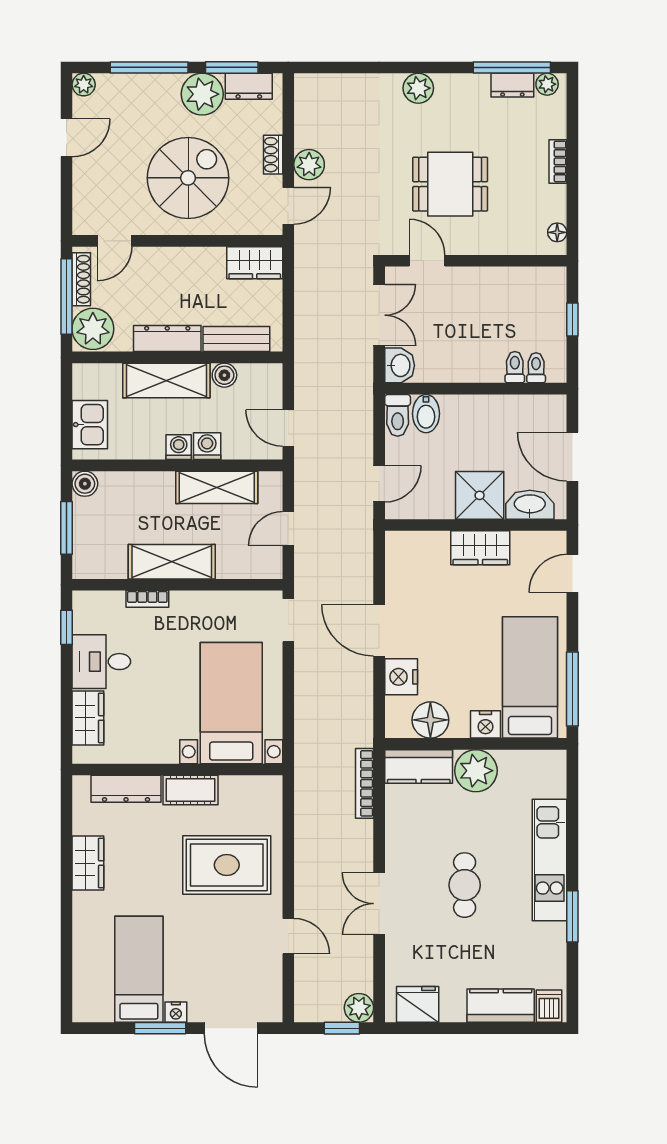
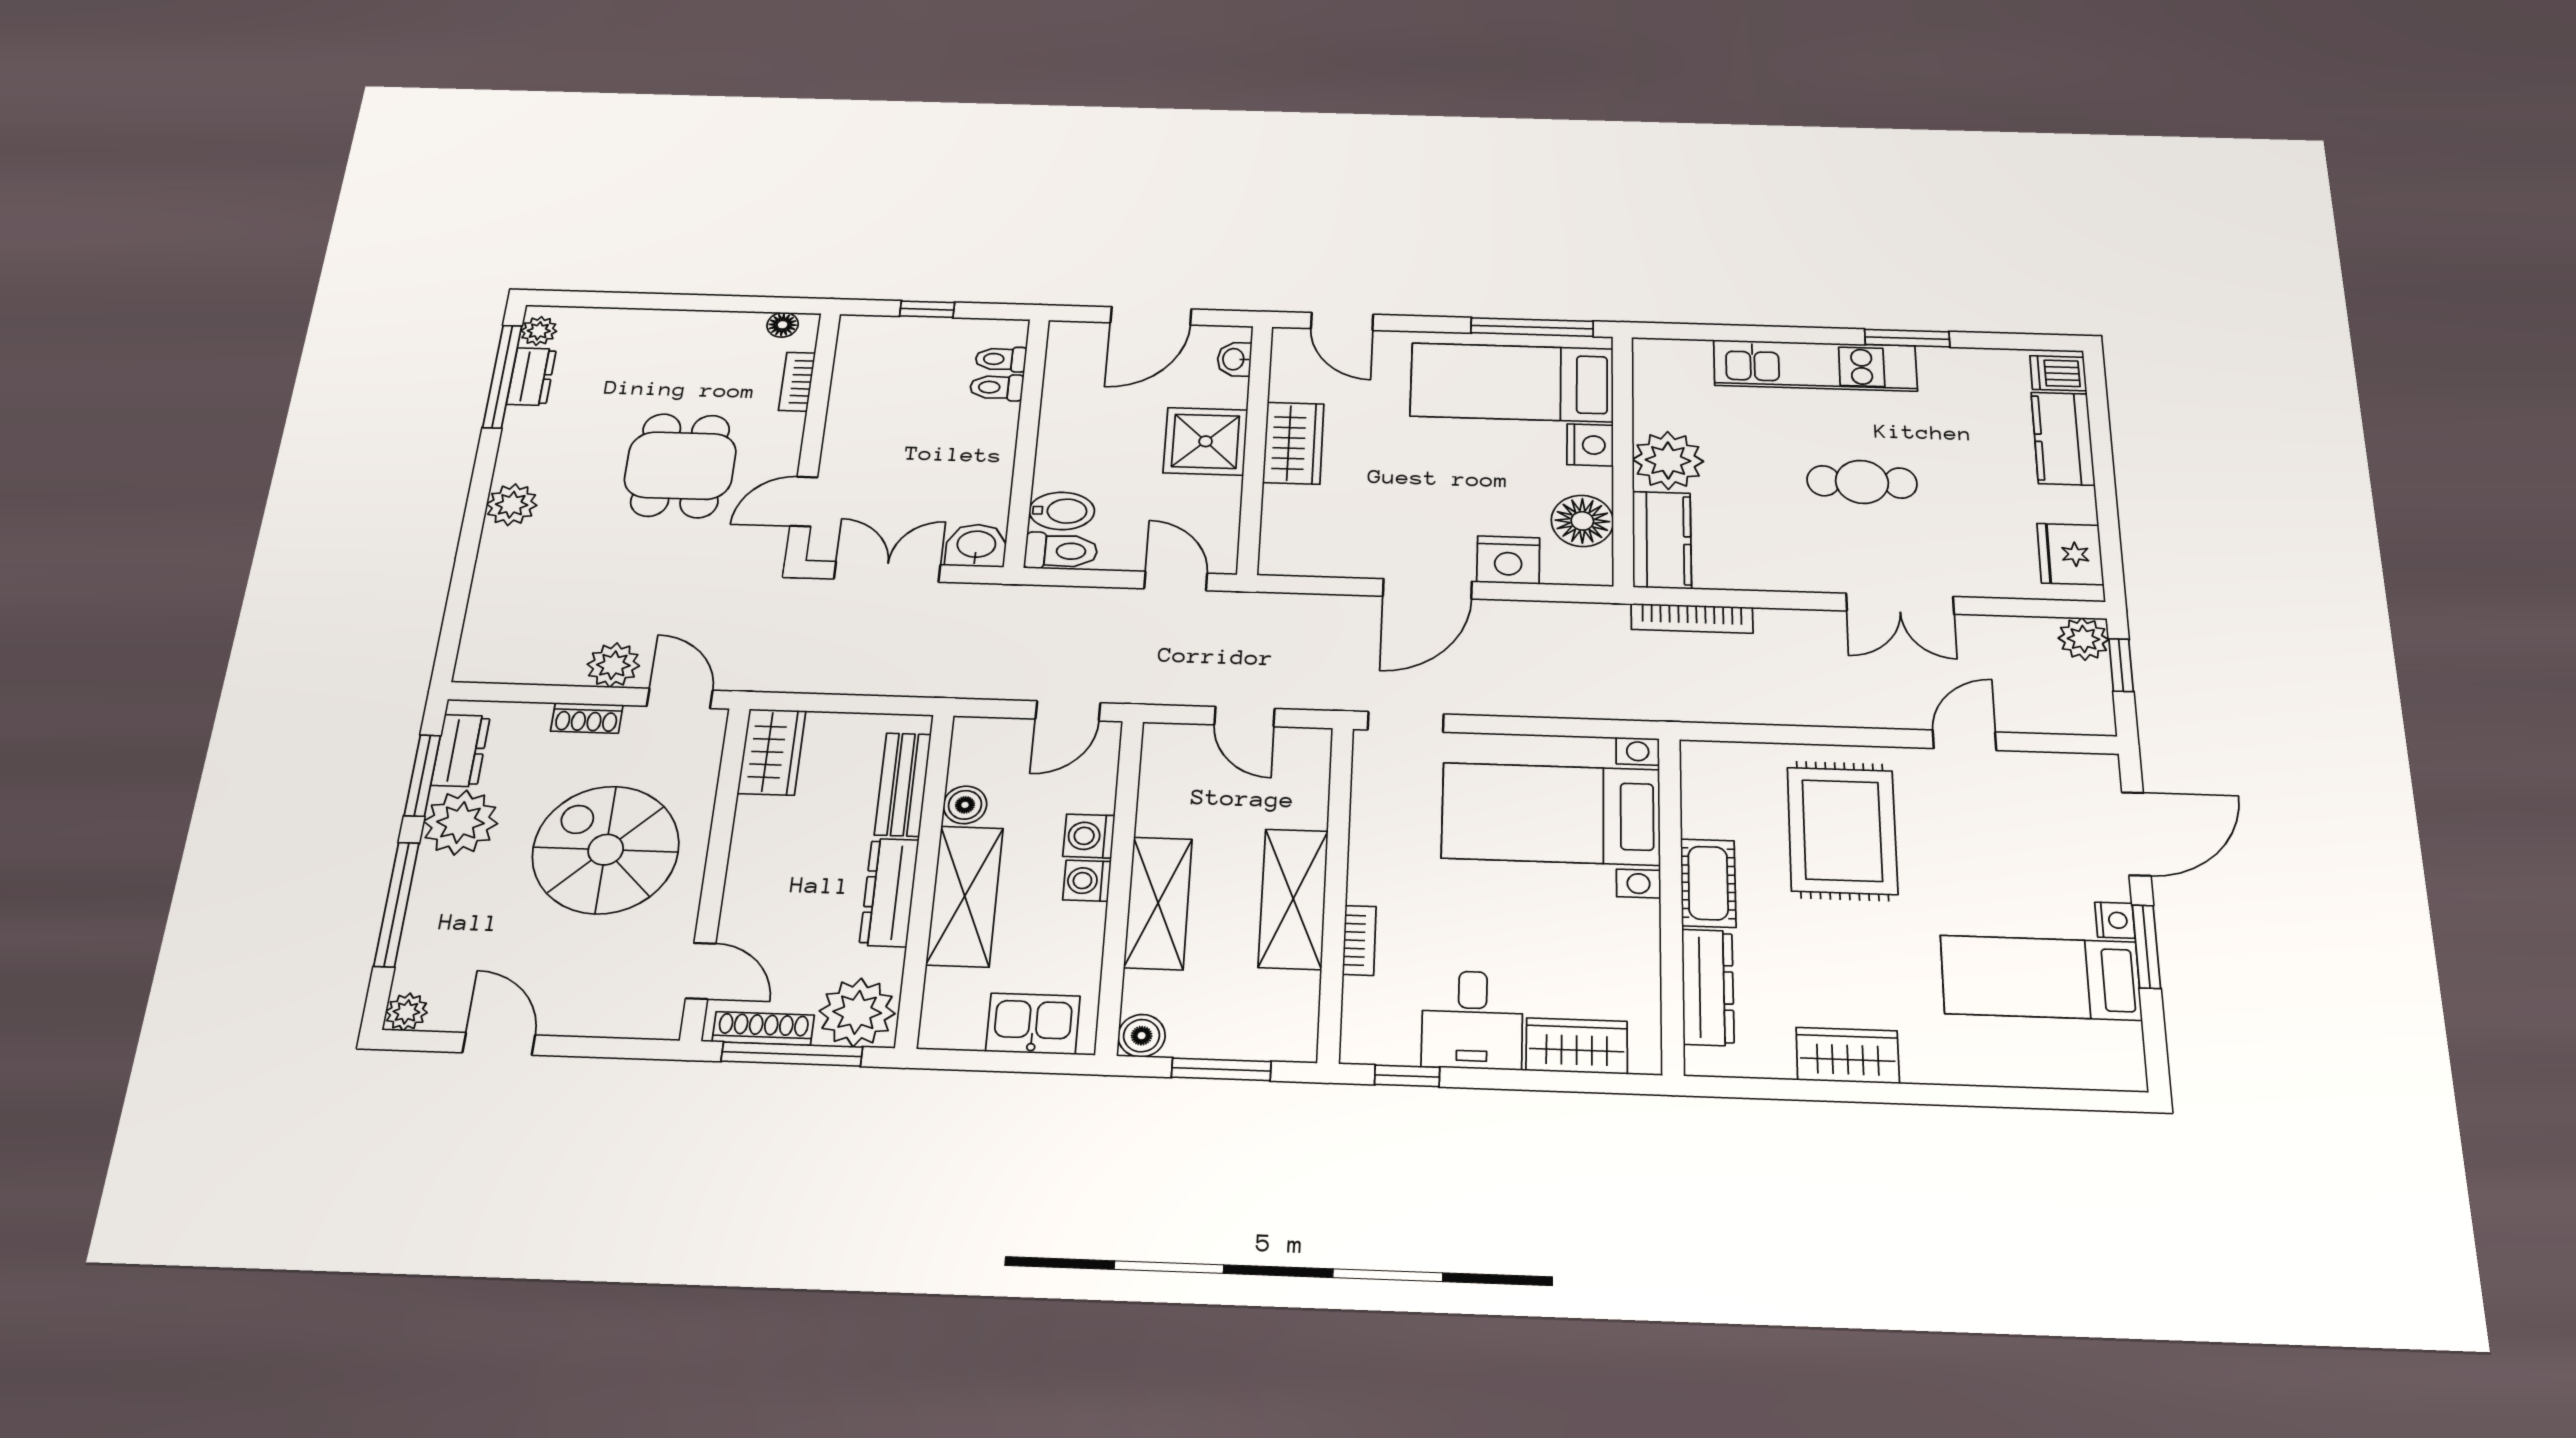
bookcase: (558, 161) -> (797, 382), moved, turned 90
shelving: (217, 487) -> (1158, 903), moved
washbasin: (530, 505) -> (1234, 359), width x0.52, depth x0.69

